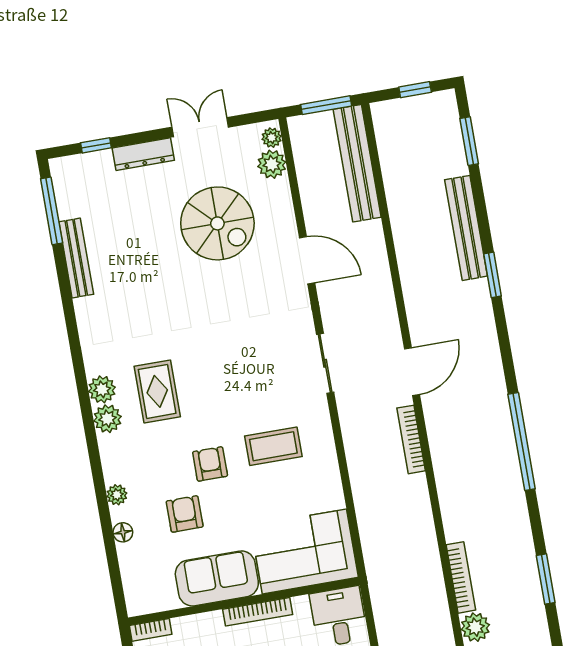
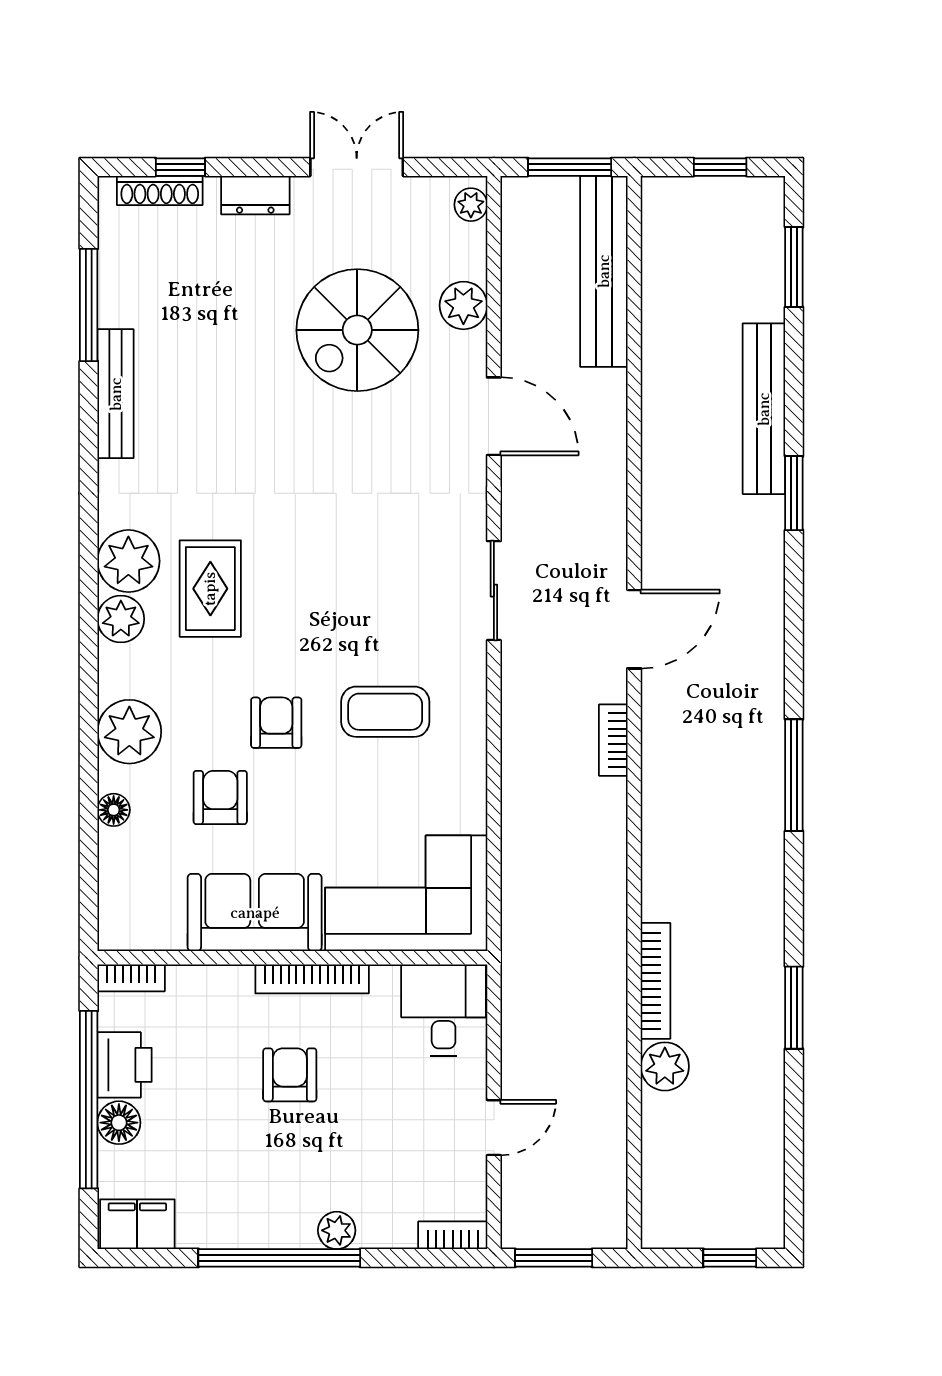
dresser: (143, 154) -> (255, 195), width x0.70
shoe rack: (86, 161) -> (160, 190), added
plant: (272, 164) -> (463, 305), moved
window: (52, 211) -> (89, 305), moved
spiral stairs: (217, 223) -> (357, 330), turned 90
bench: (76, 258) -> (116, 394), moved
plant: (102, 389) -> (128, 561), width x1.36, depth x1.36
bookcase: (411, 439) -> (613, 740), width x0.64
window: (522, 442) -> (794, 775), width x0.68
plant: (117, 495) -> (129, 732), width x1.88, depth x1.88

